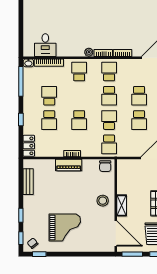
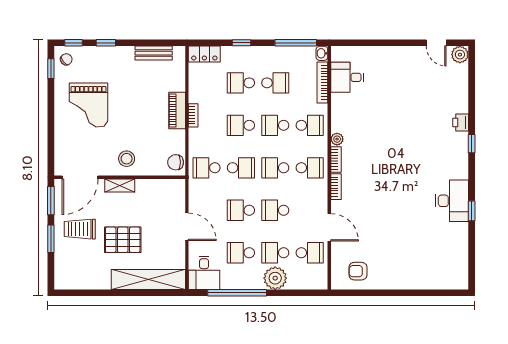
school desk: (79, 96) -> (275, 125), added

